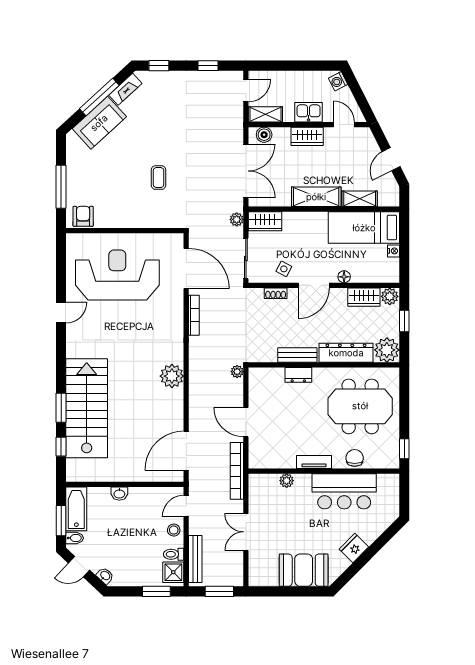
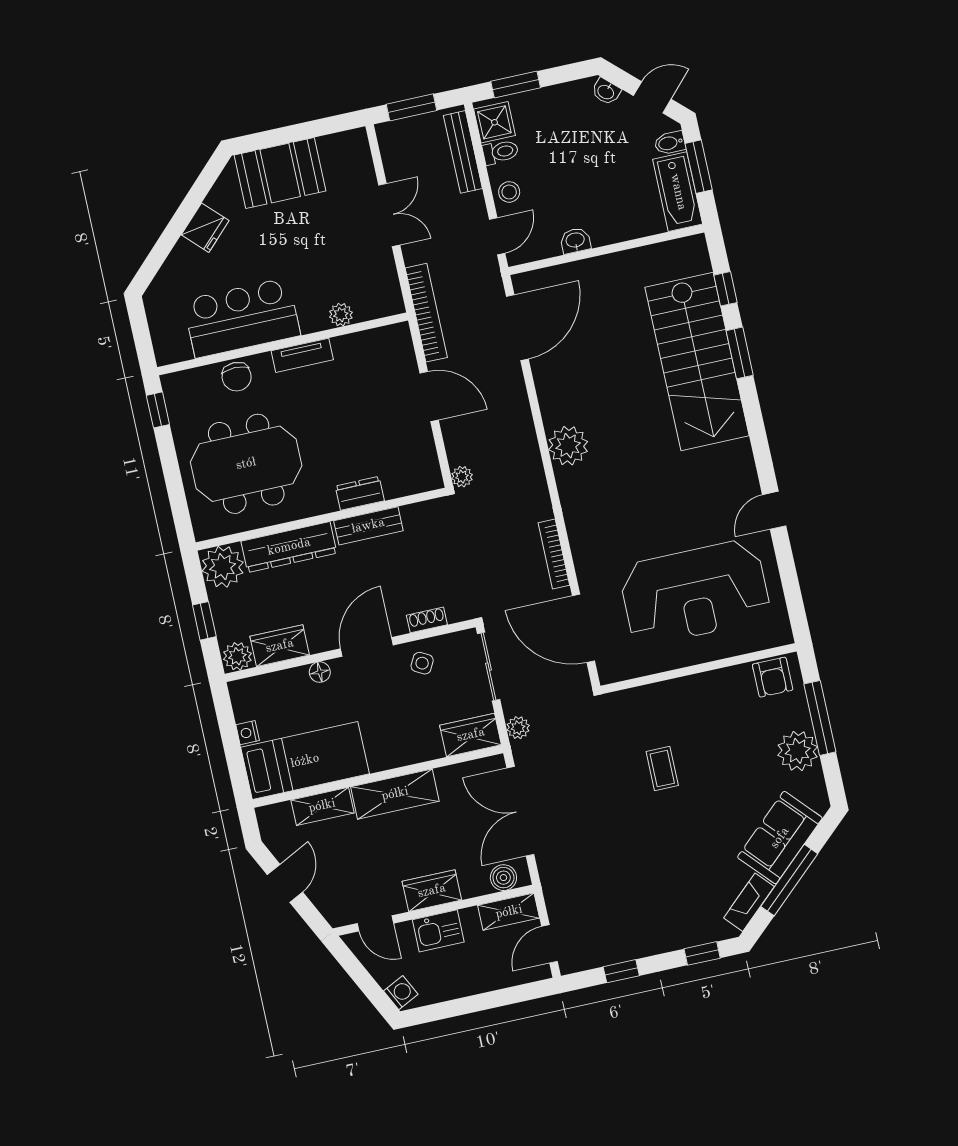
plant: (78, 170) -> (798, 751), added
washbasin: (119, 494) -> (575, 241), moved

